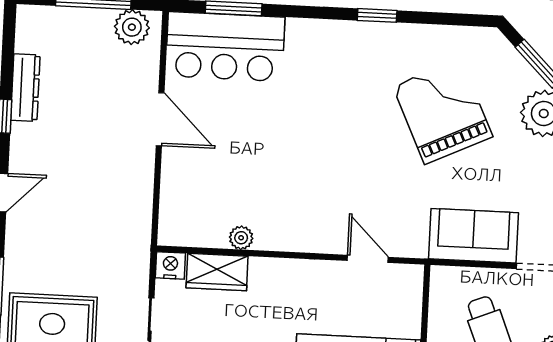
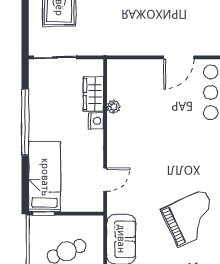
nightstand: (170, 265) -> (96, 121), moved

